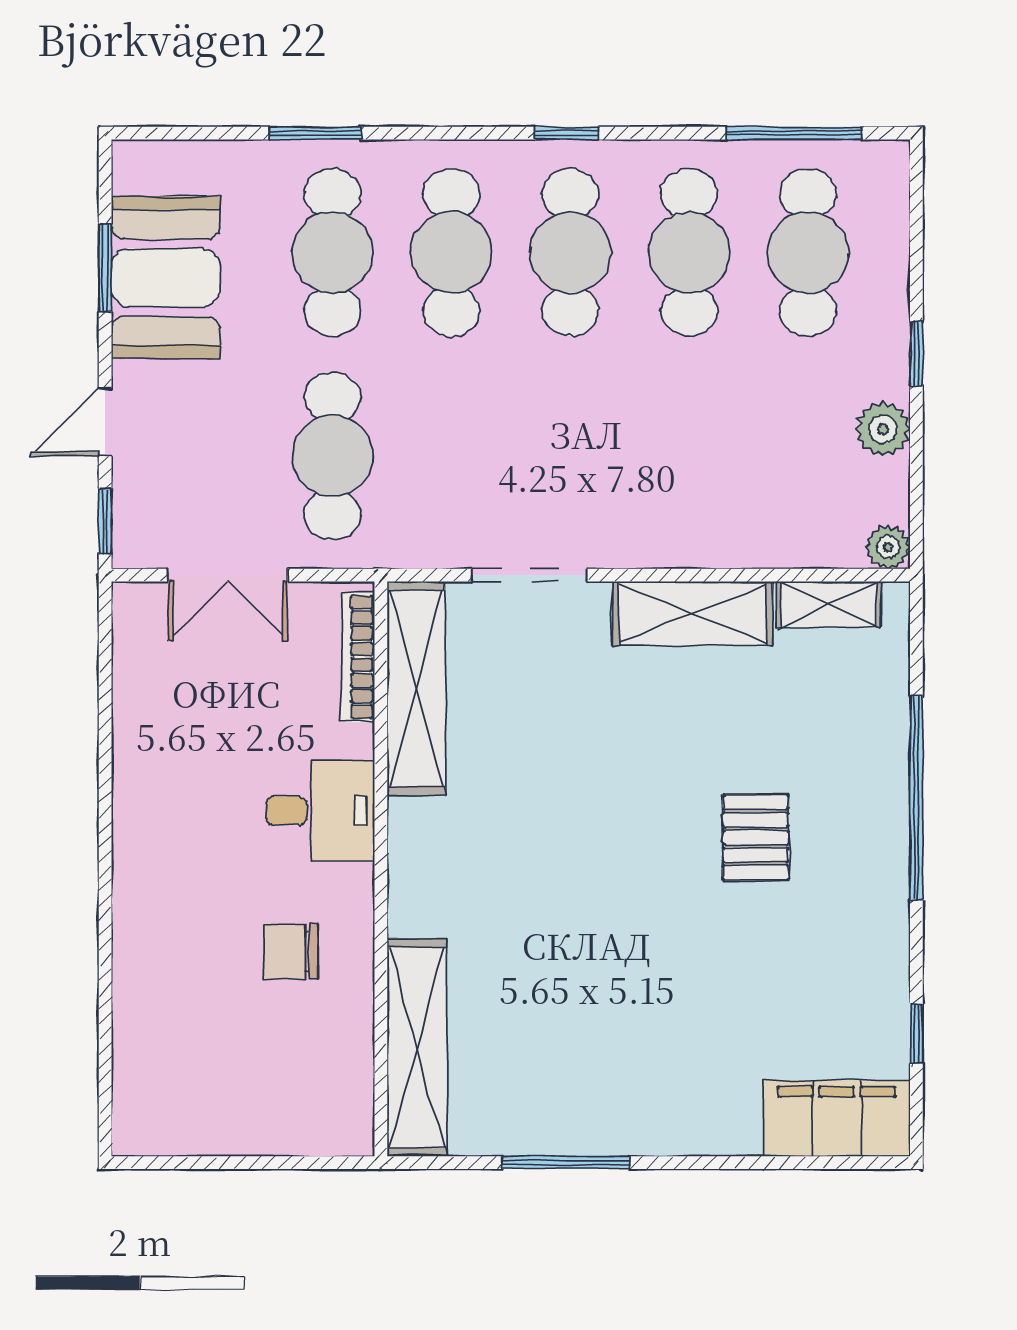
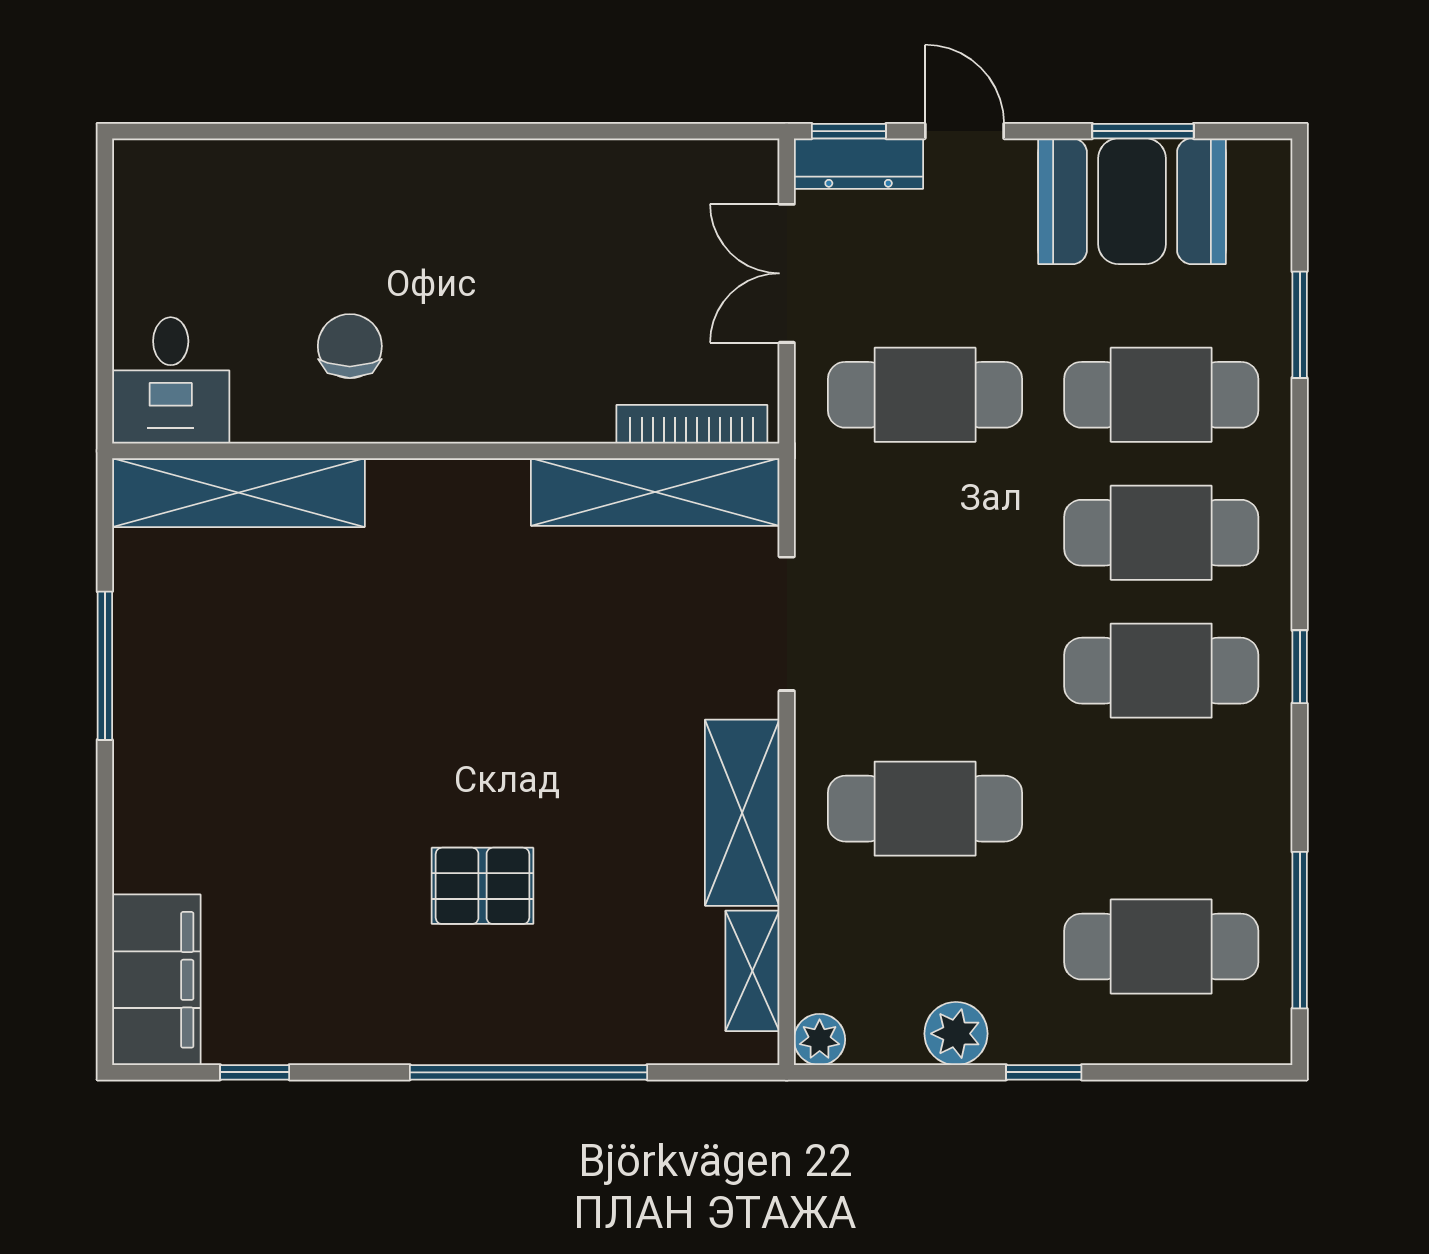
window: (315, 133) -> (1300, 325), moved
cafe table: (689, 252) -> (925, 809), moved
dresser: (133, 513) -> (859, 164), added
desk: (320, 811) -> (171, 380), moved

